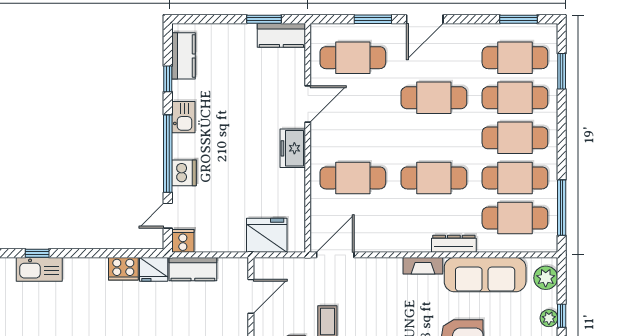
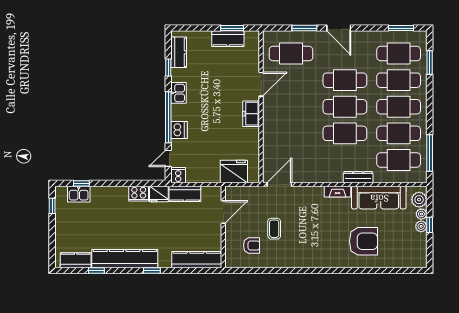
door: (425, 19) -> (339, 28), hinge flipped
kitchen counter: (281, 35) -> (228, 39), moved
cafe table: (353, 178) -> (345, 107), moved
kitchen sink: (39, 269) -> (79, 194), width x0.73
plant: (549, 300) -> (421, 214), added

